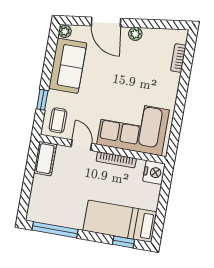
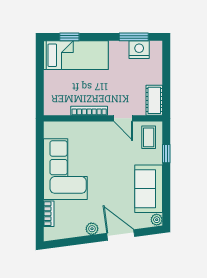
corner sofa: (133, 127) -> (65, 169), moved, turned -90
nightstand: (154, 172) -> (139, 50), moved, turned 90
window: (55, 230) -> (134, 37), width x0.69

